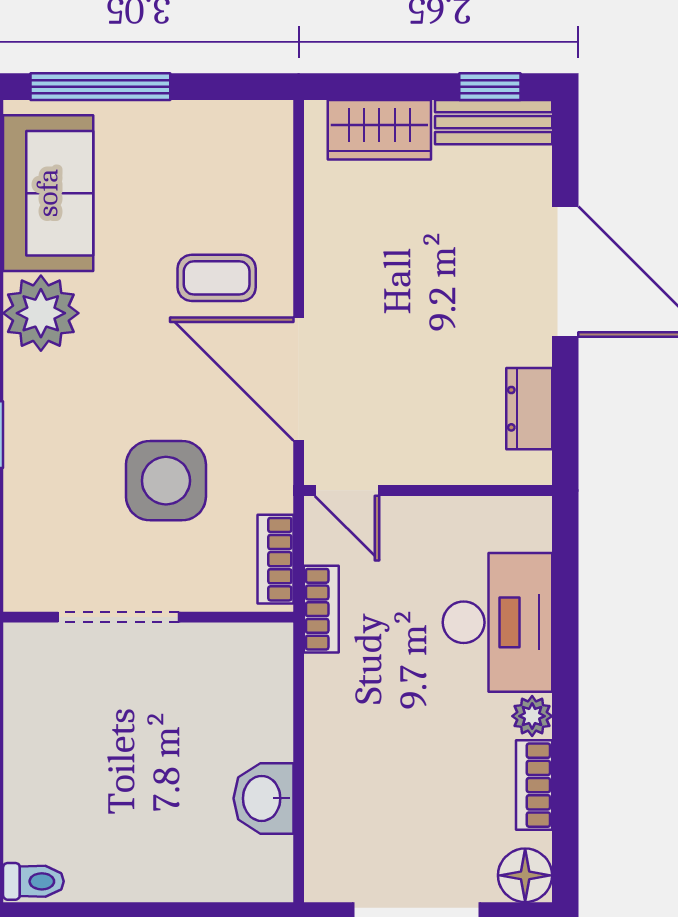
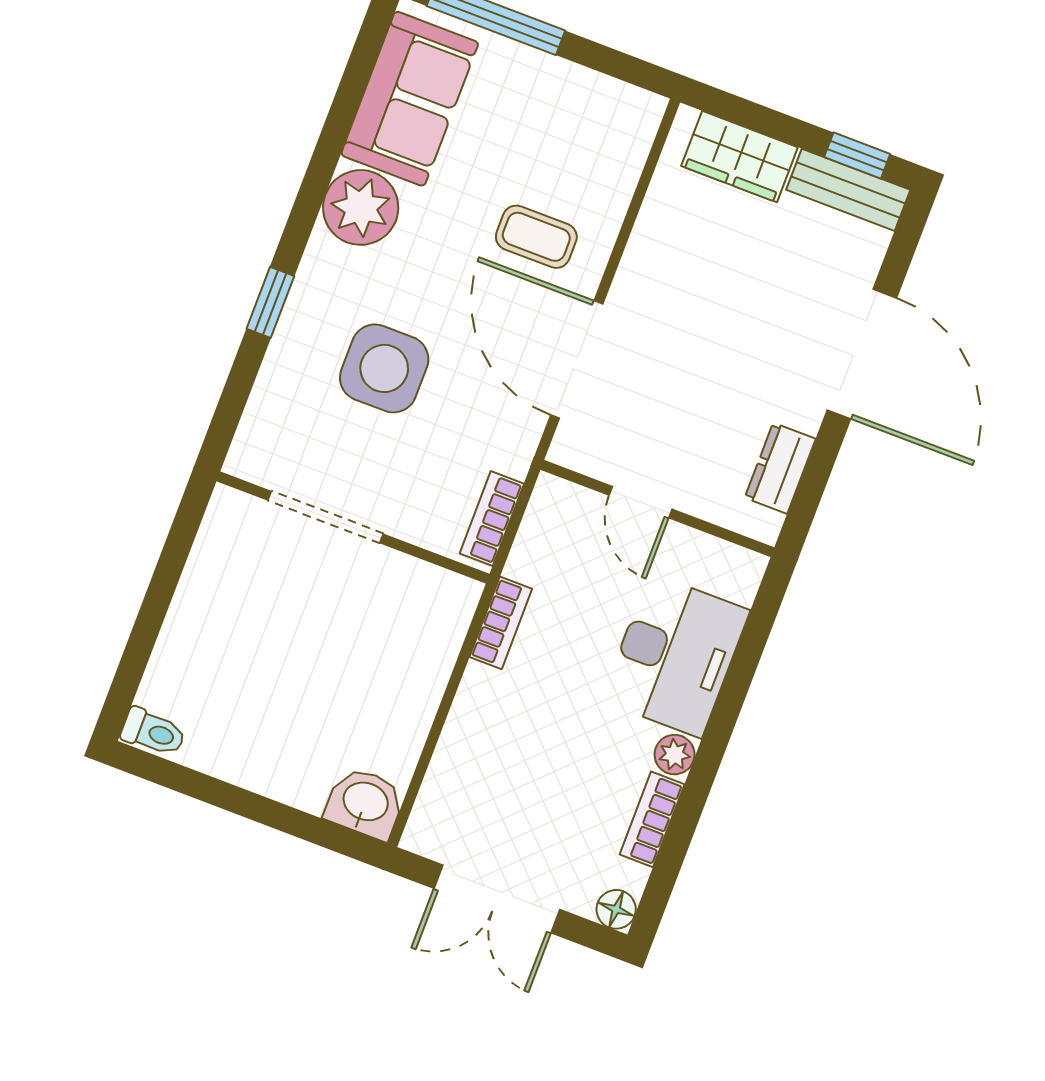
side table: (166, 481) -> (384, 368), moved
door: (347, 490) -> (641, 502), moved
bookcase: (321, 609) -> (501, 623), moved
washbasin: (263, 798) -> (365, 803), moved, turned 90
floor lamp: (525, 875) -> (616, 909), width x0.73, depth x0.73

